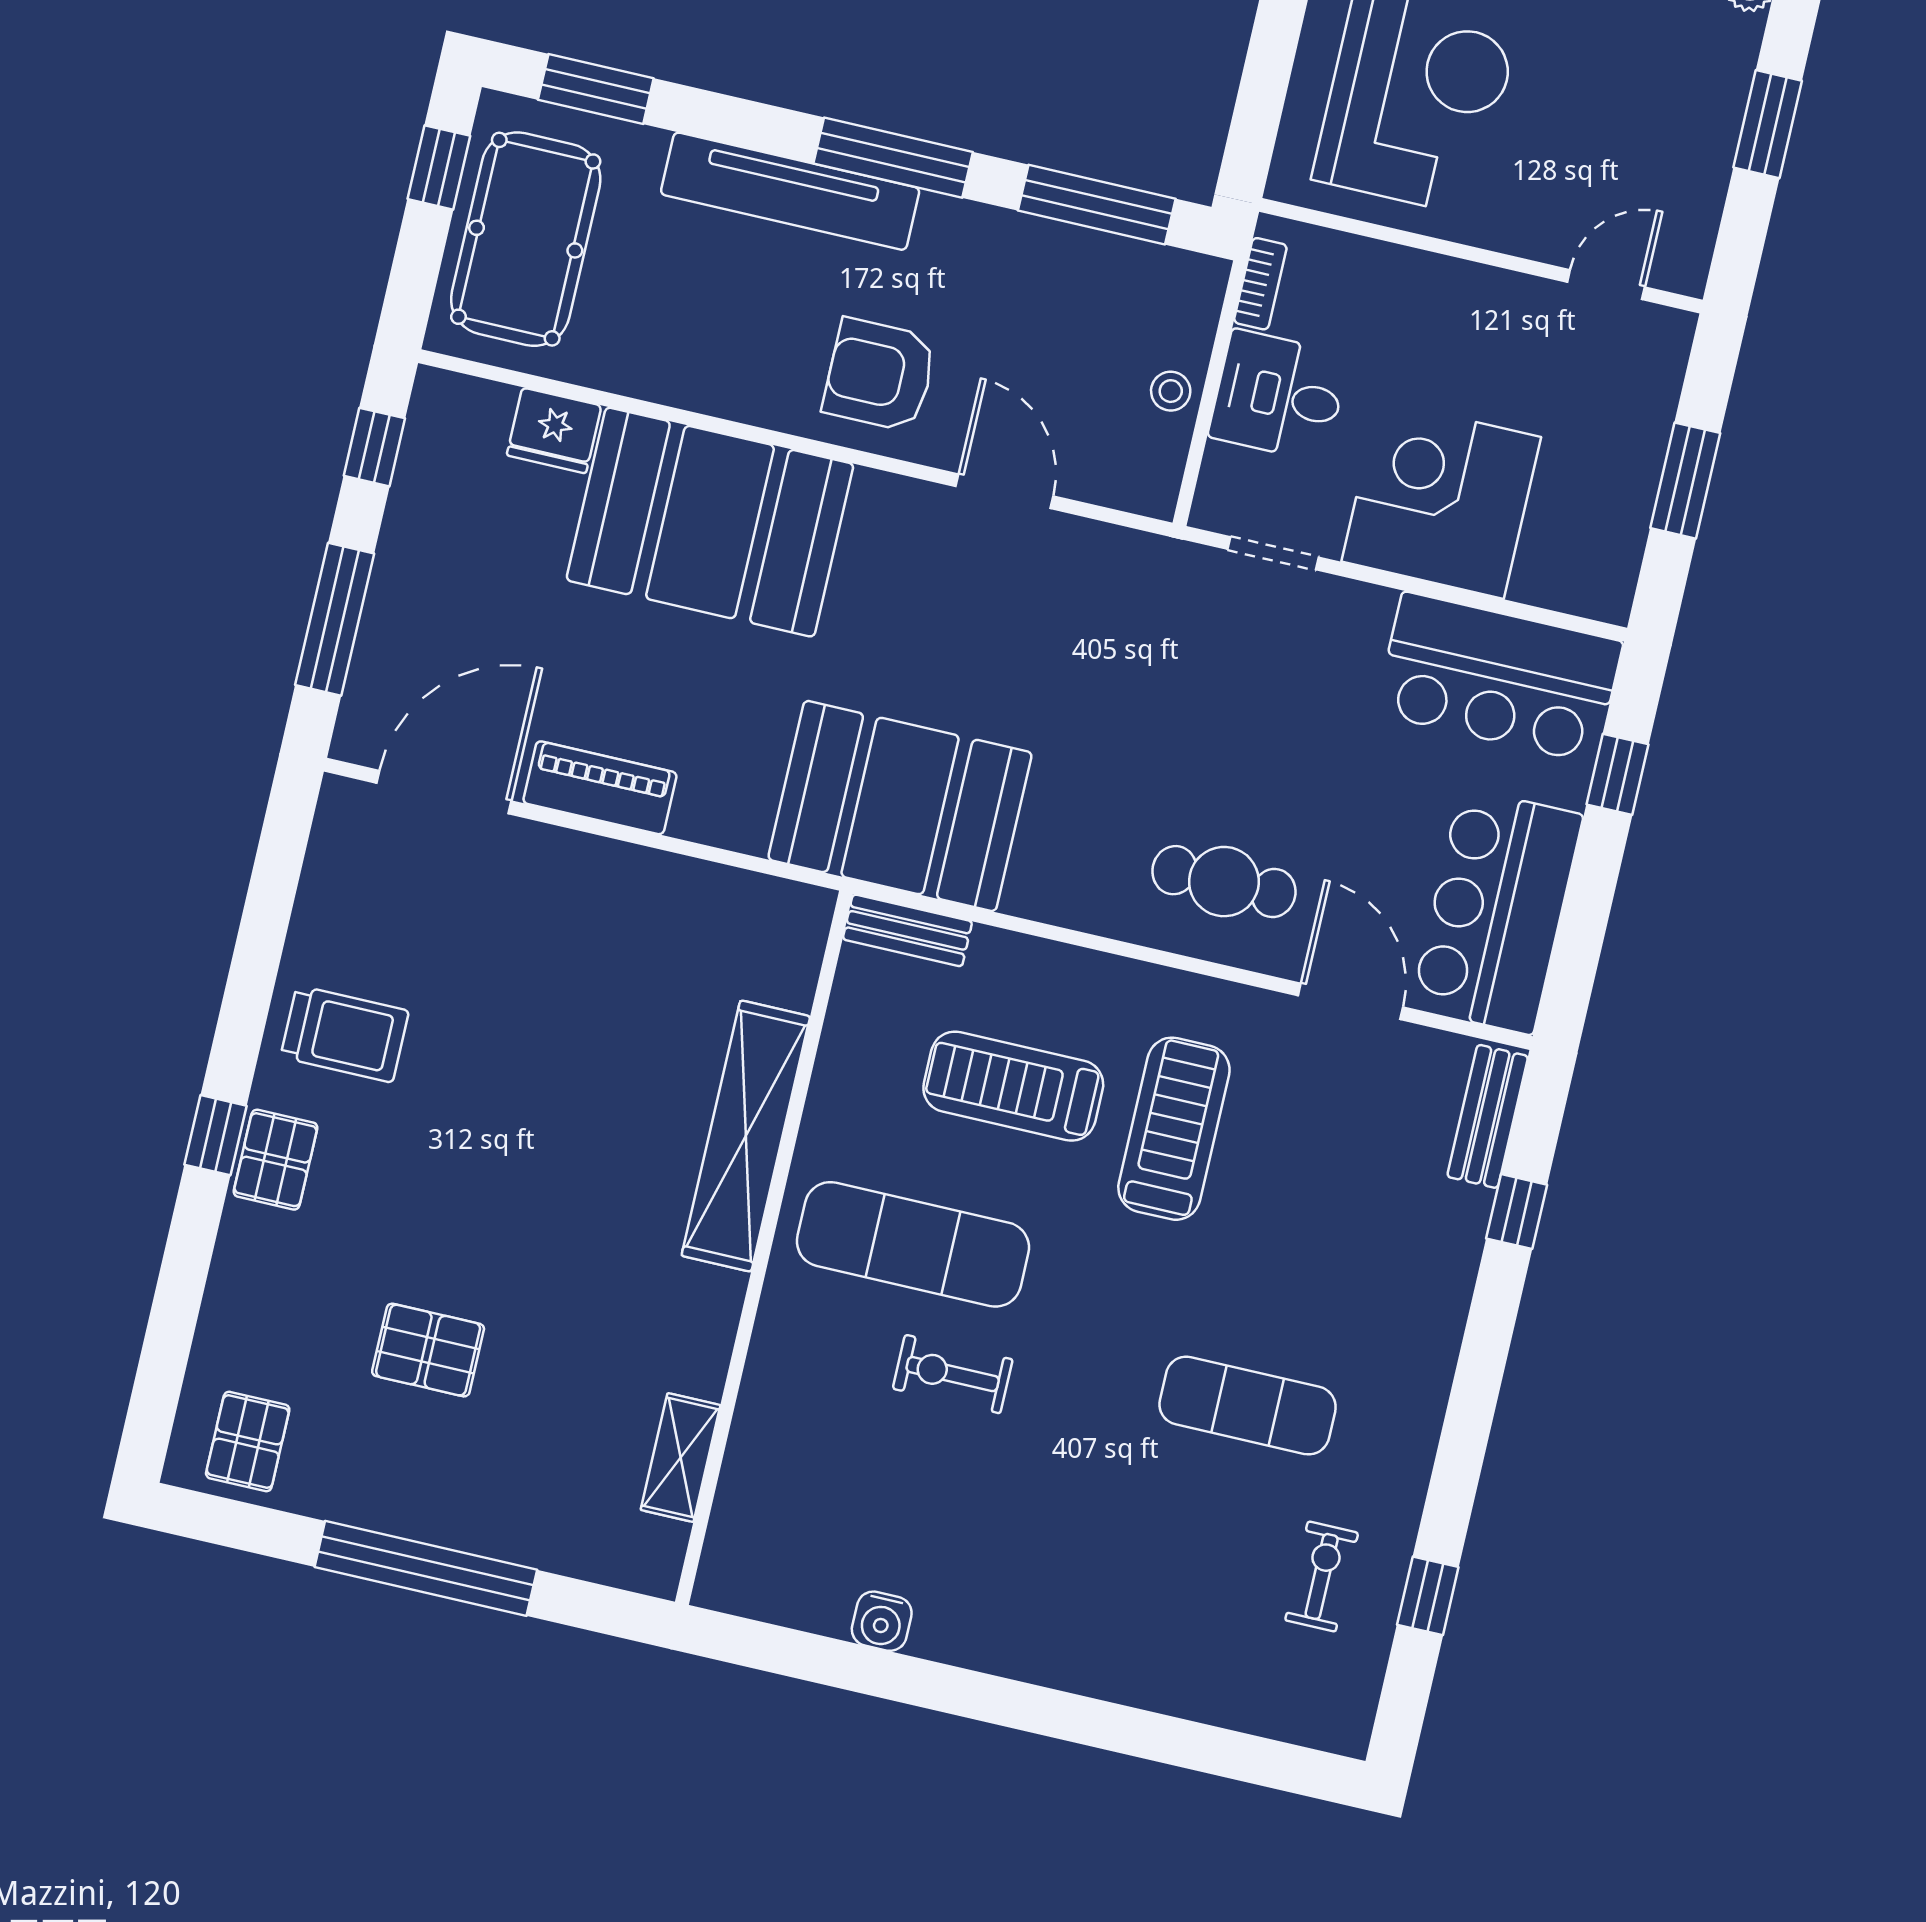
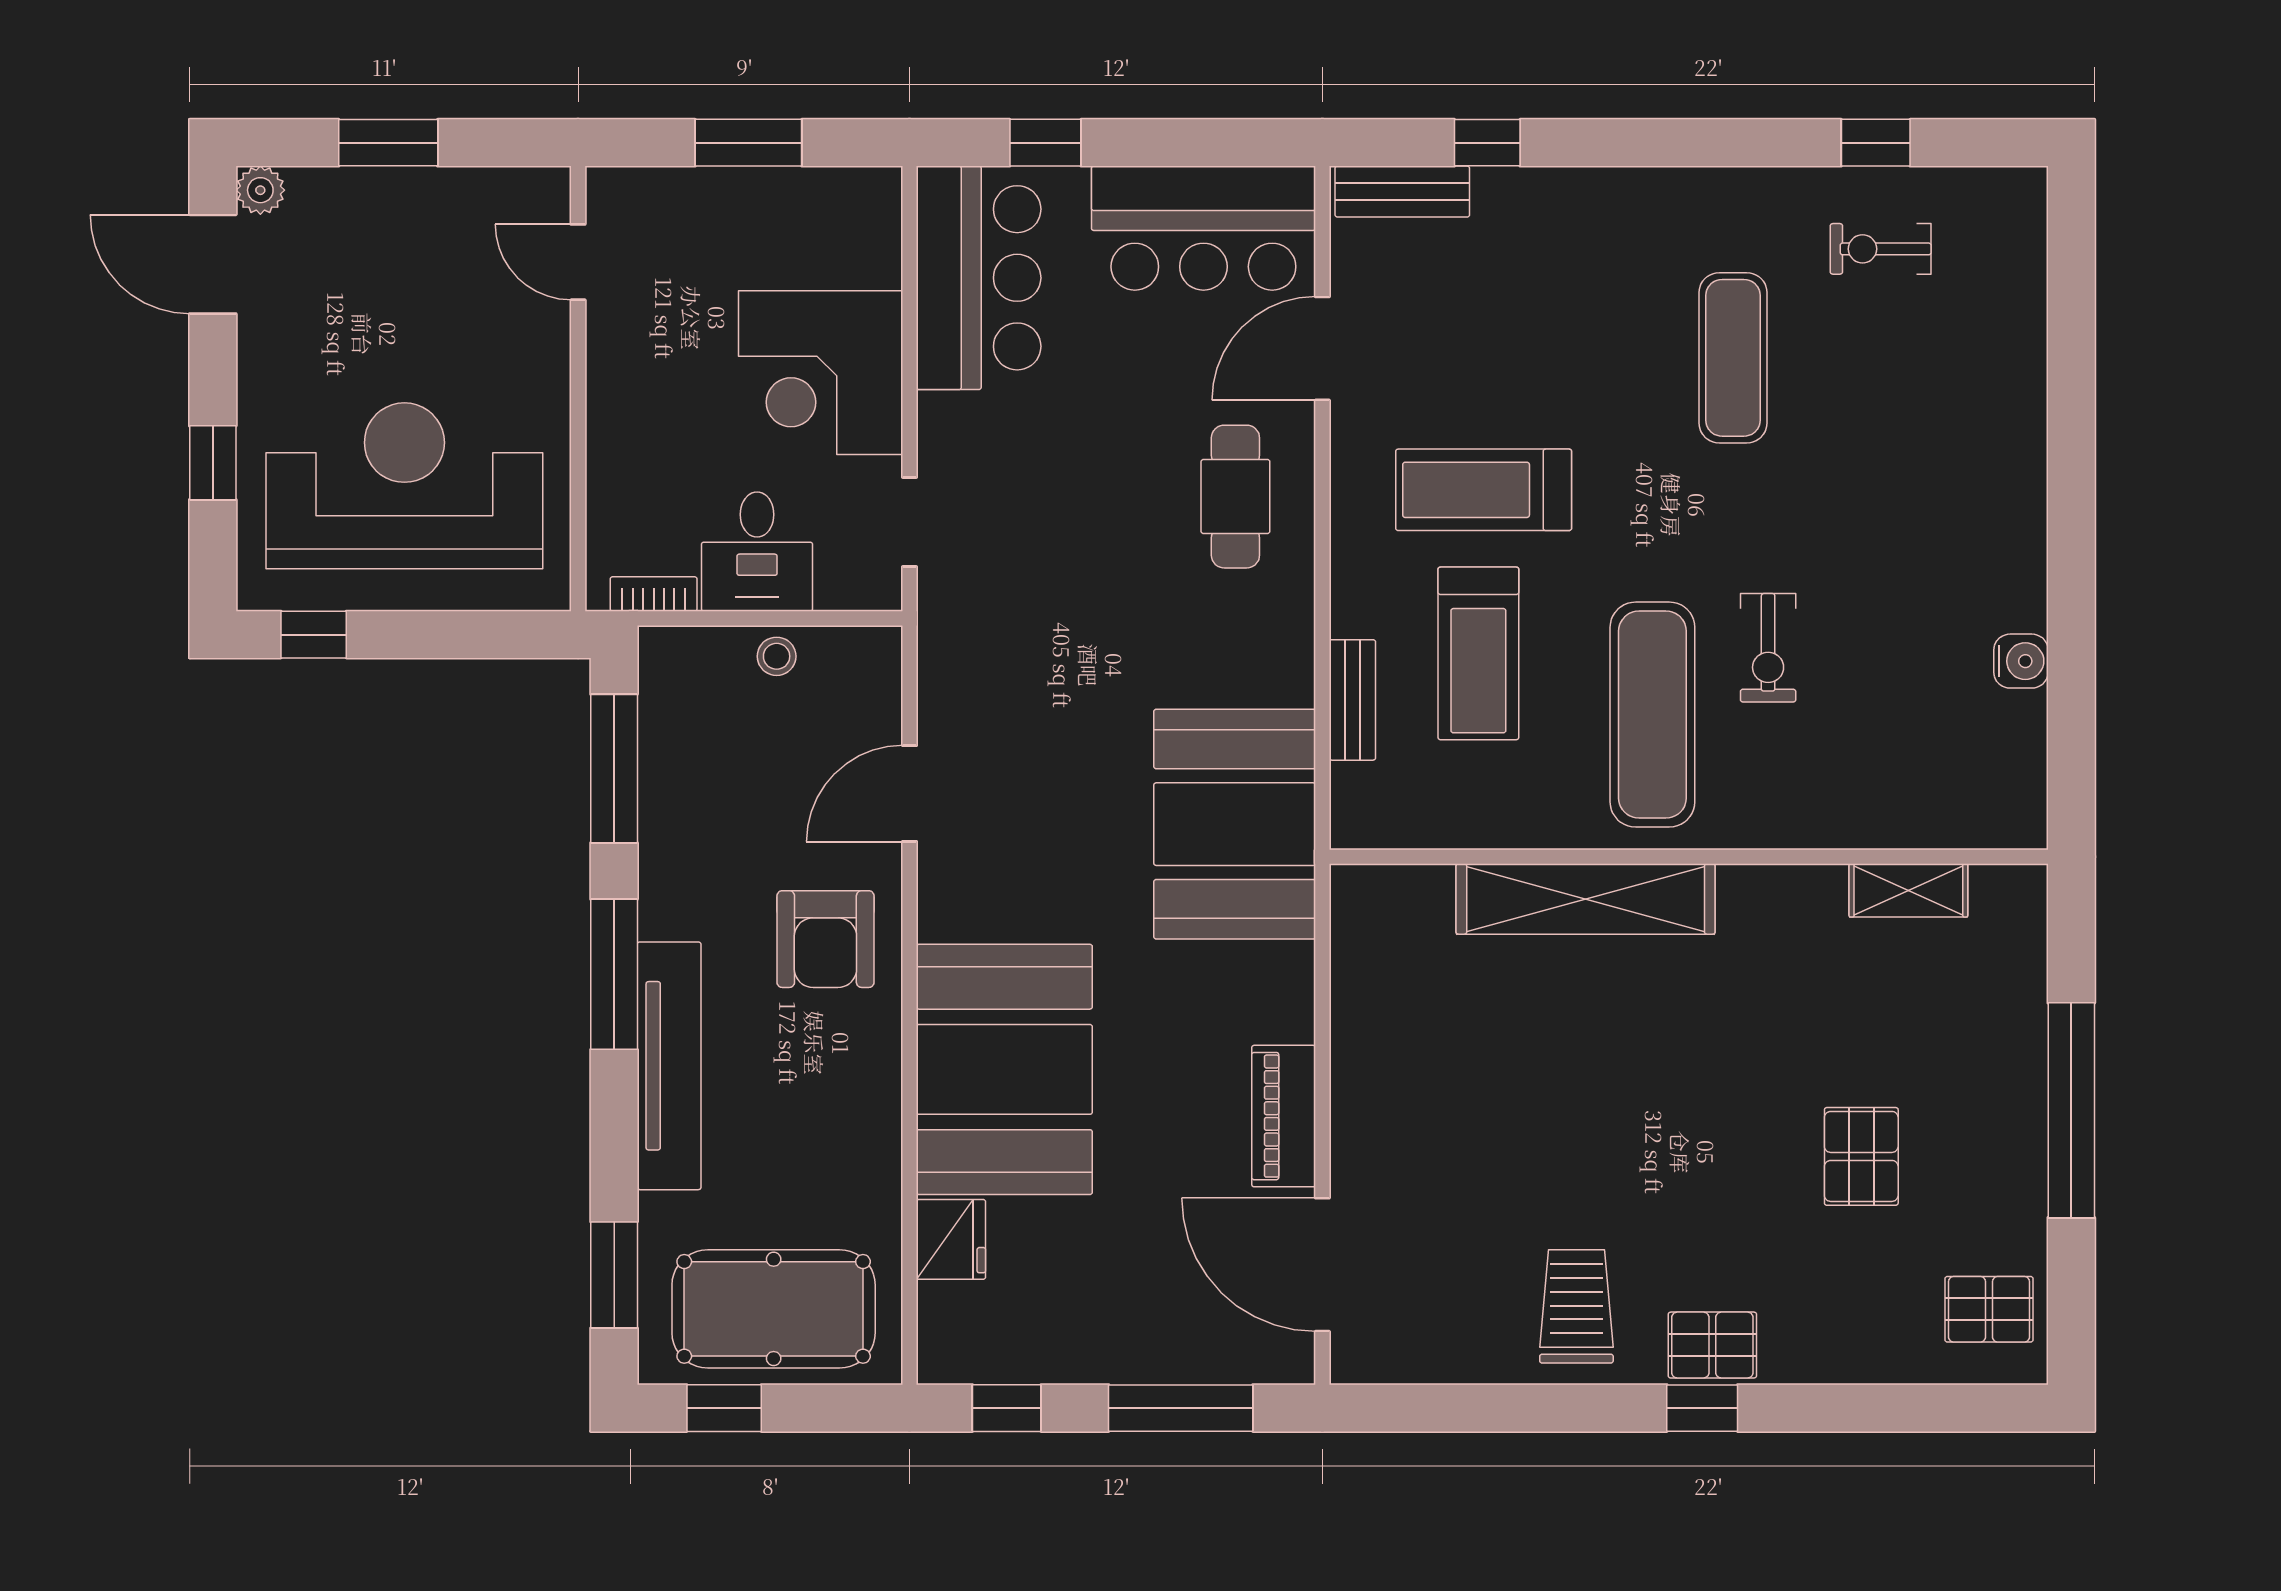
bench: (907, 930) -> (1352, 700), moved

